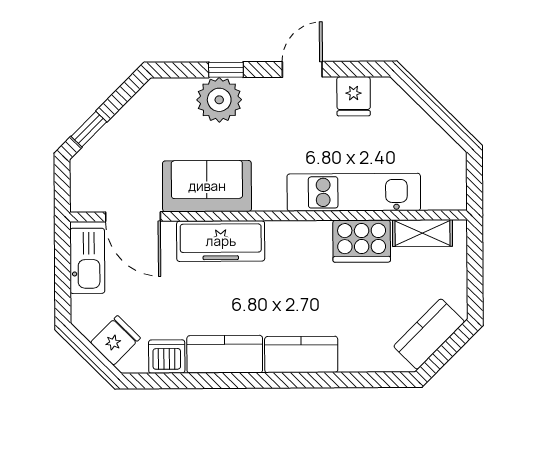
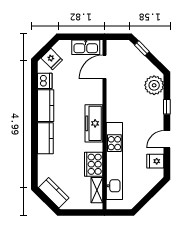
door: (302, 69) -> (167, 139), swing flipped
plant: (219, 100) -> (154, 85), moved
sofa: (207, 186) -> (117, 98), removed
kitchen unit: (354, 192) -> (114, 161), width x1.36
freezer: (221, 241) -> (94, 123), moved

